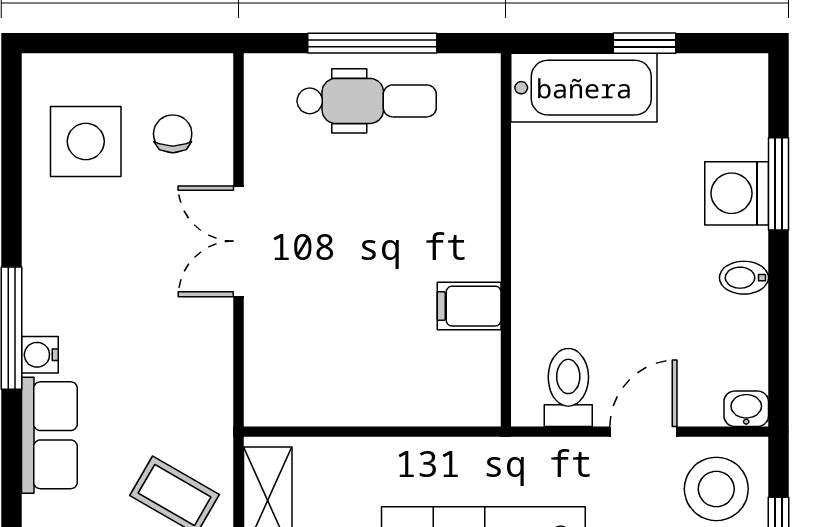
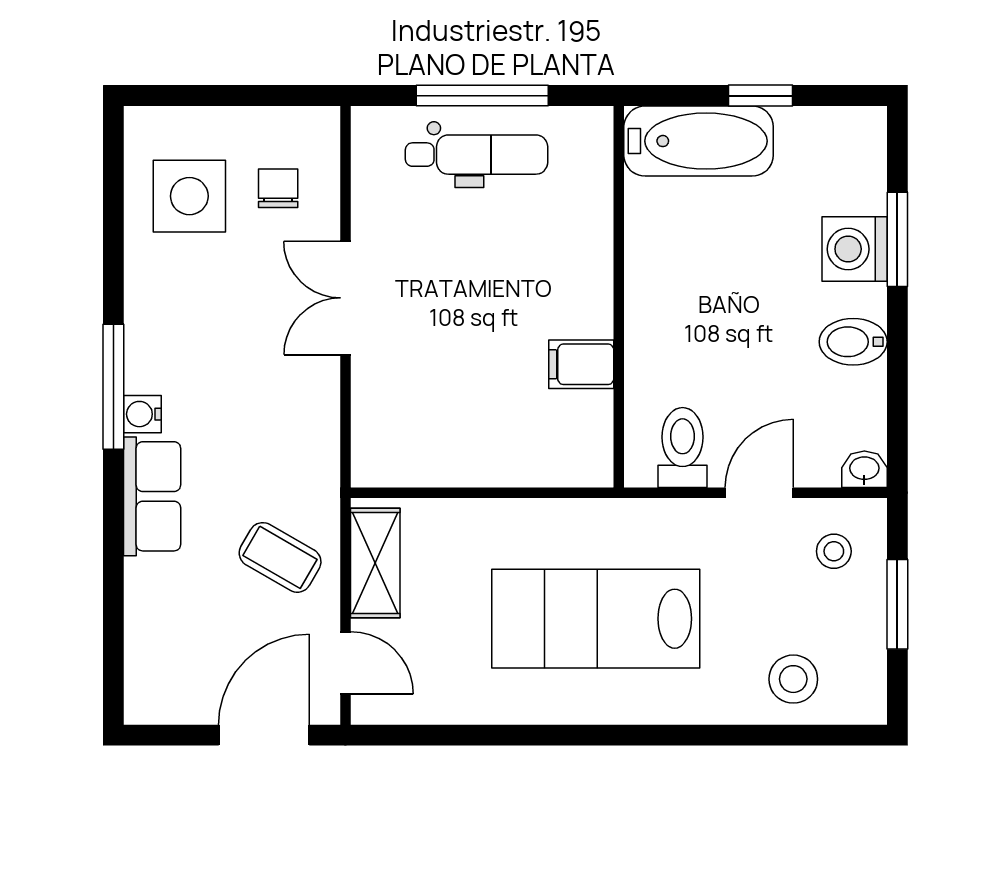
bidet: (744, 278) -> (853, 342), width x1.38, depth x1.36
stool: (716, 489) -> (834, 551), width x0.53, depth x0.53

